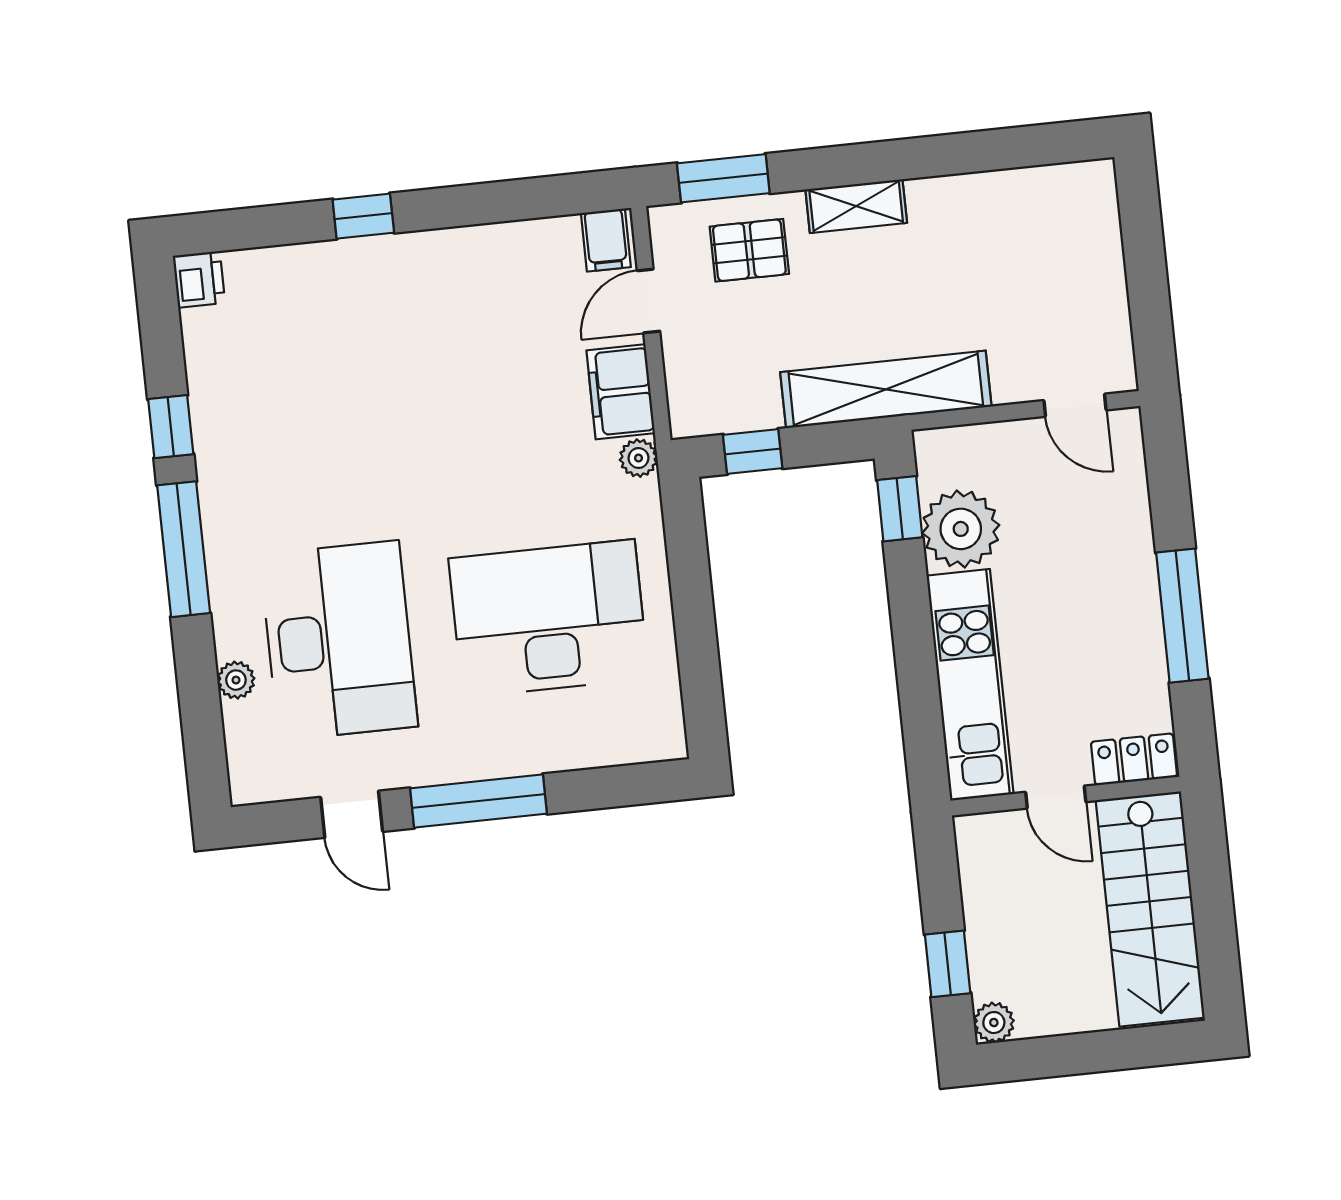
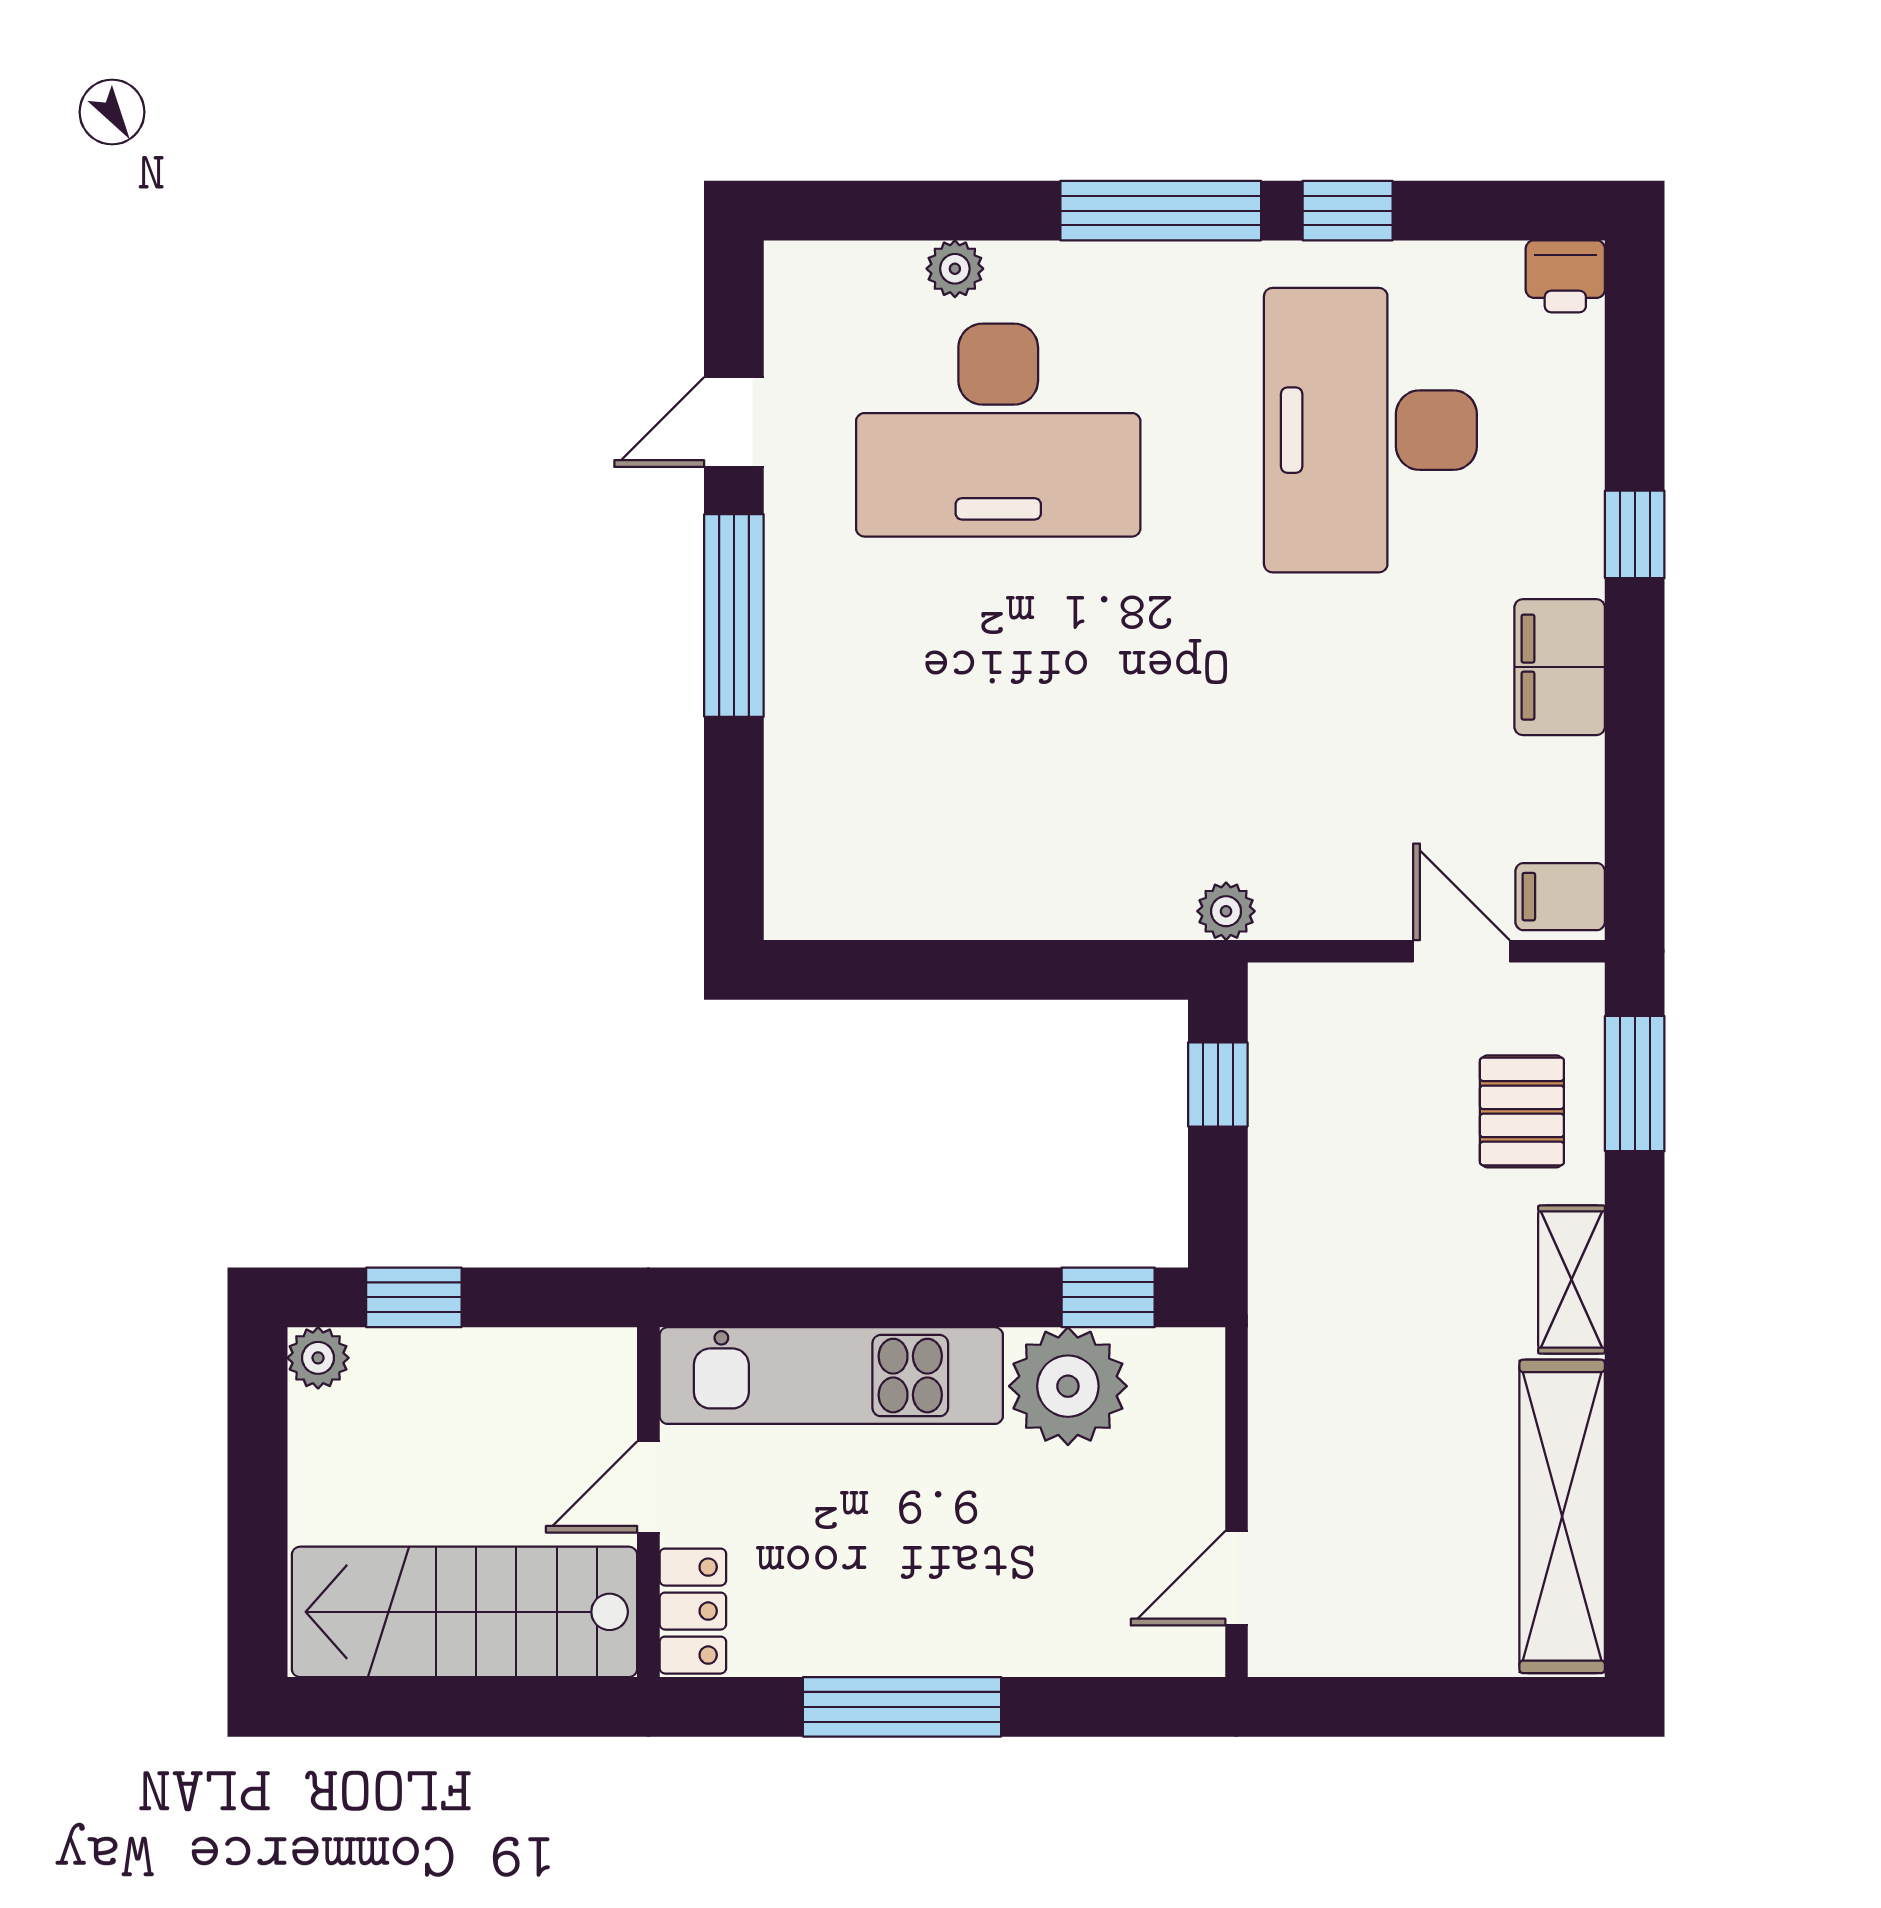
shelving: (886, 389) -> (1562, 1516), moved
filing cabinet: (621, 392) -> (1560, 667), moved, turned -90
desk: (549, 618) -> (1370, 430), moved, turned 180

